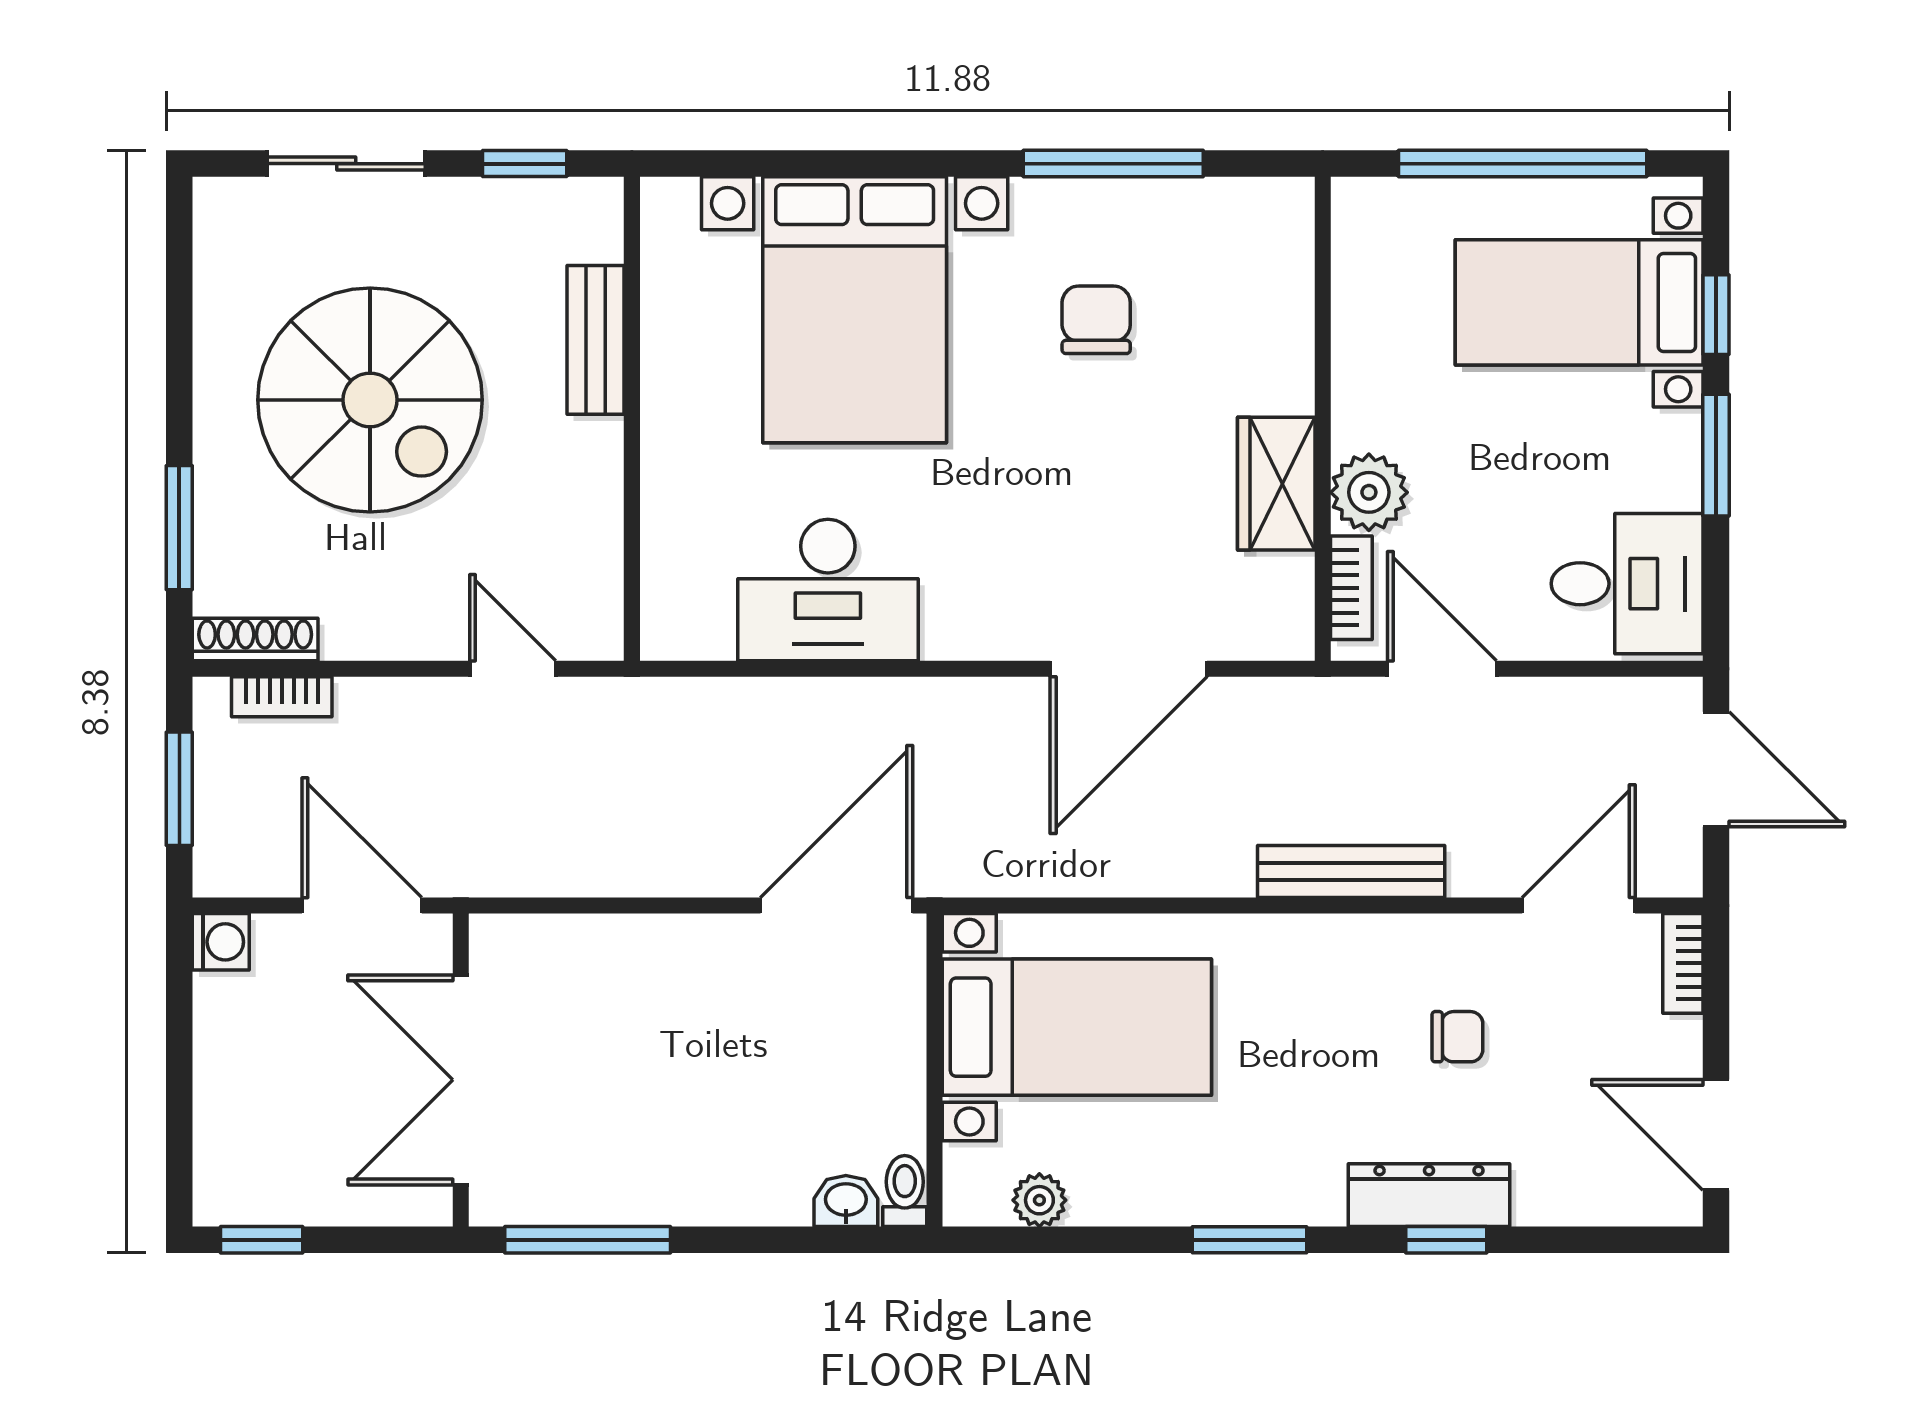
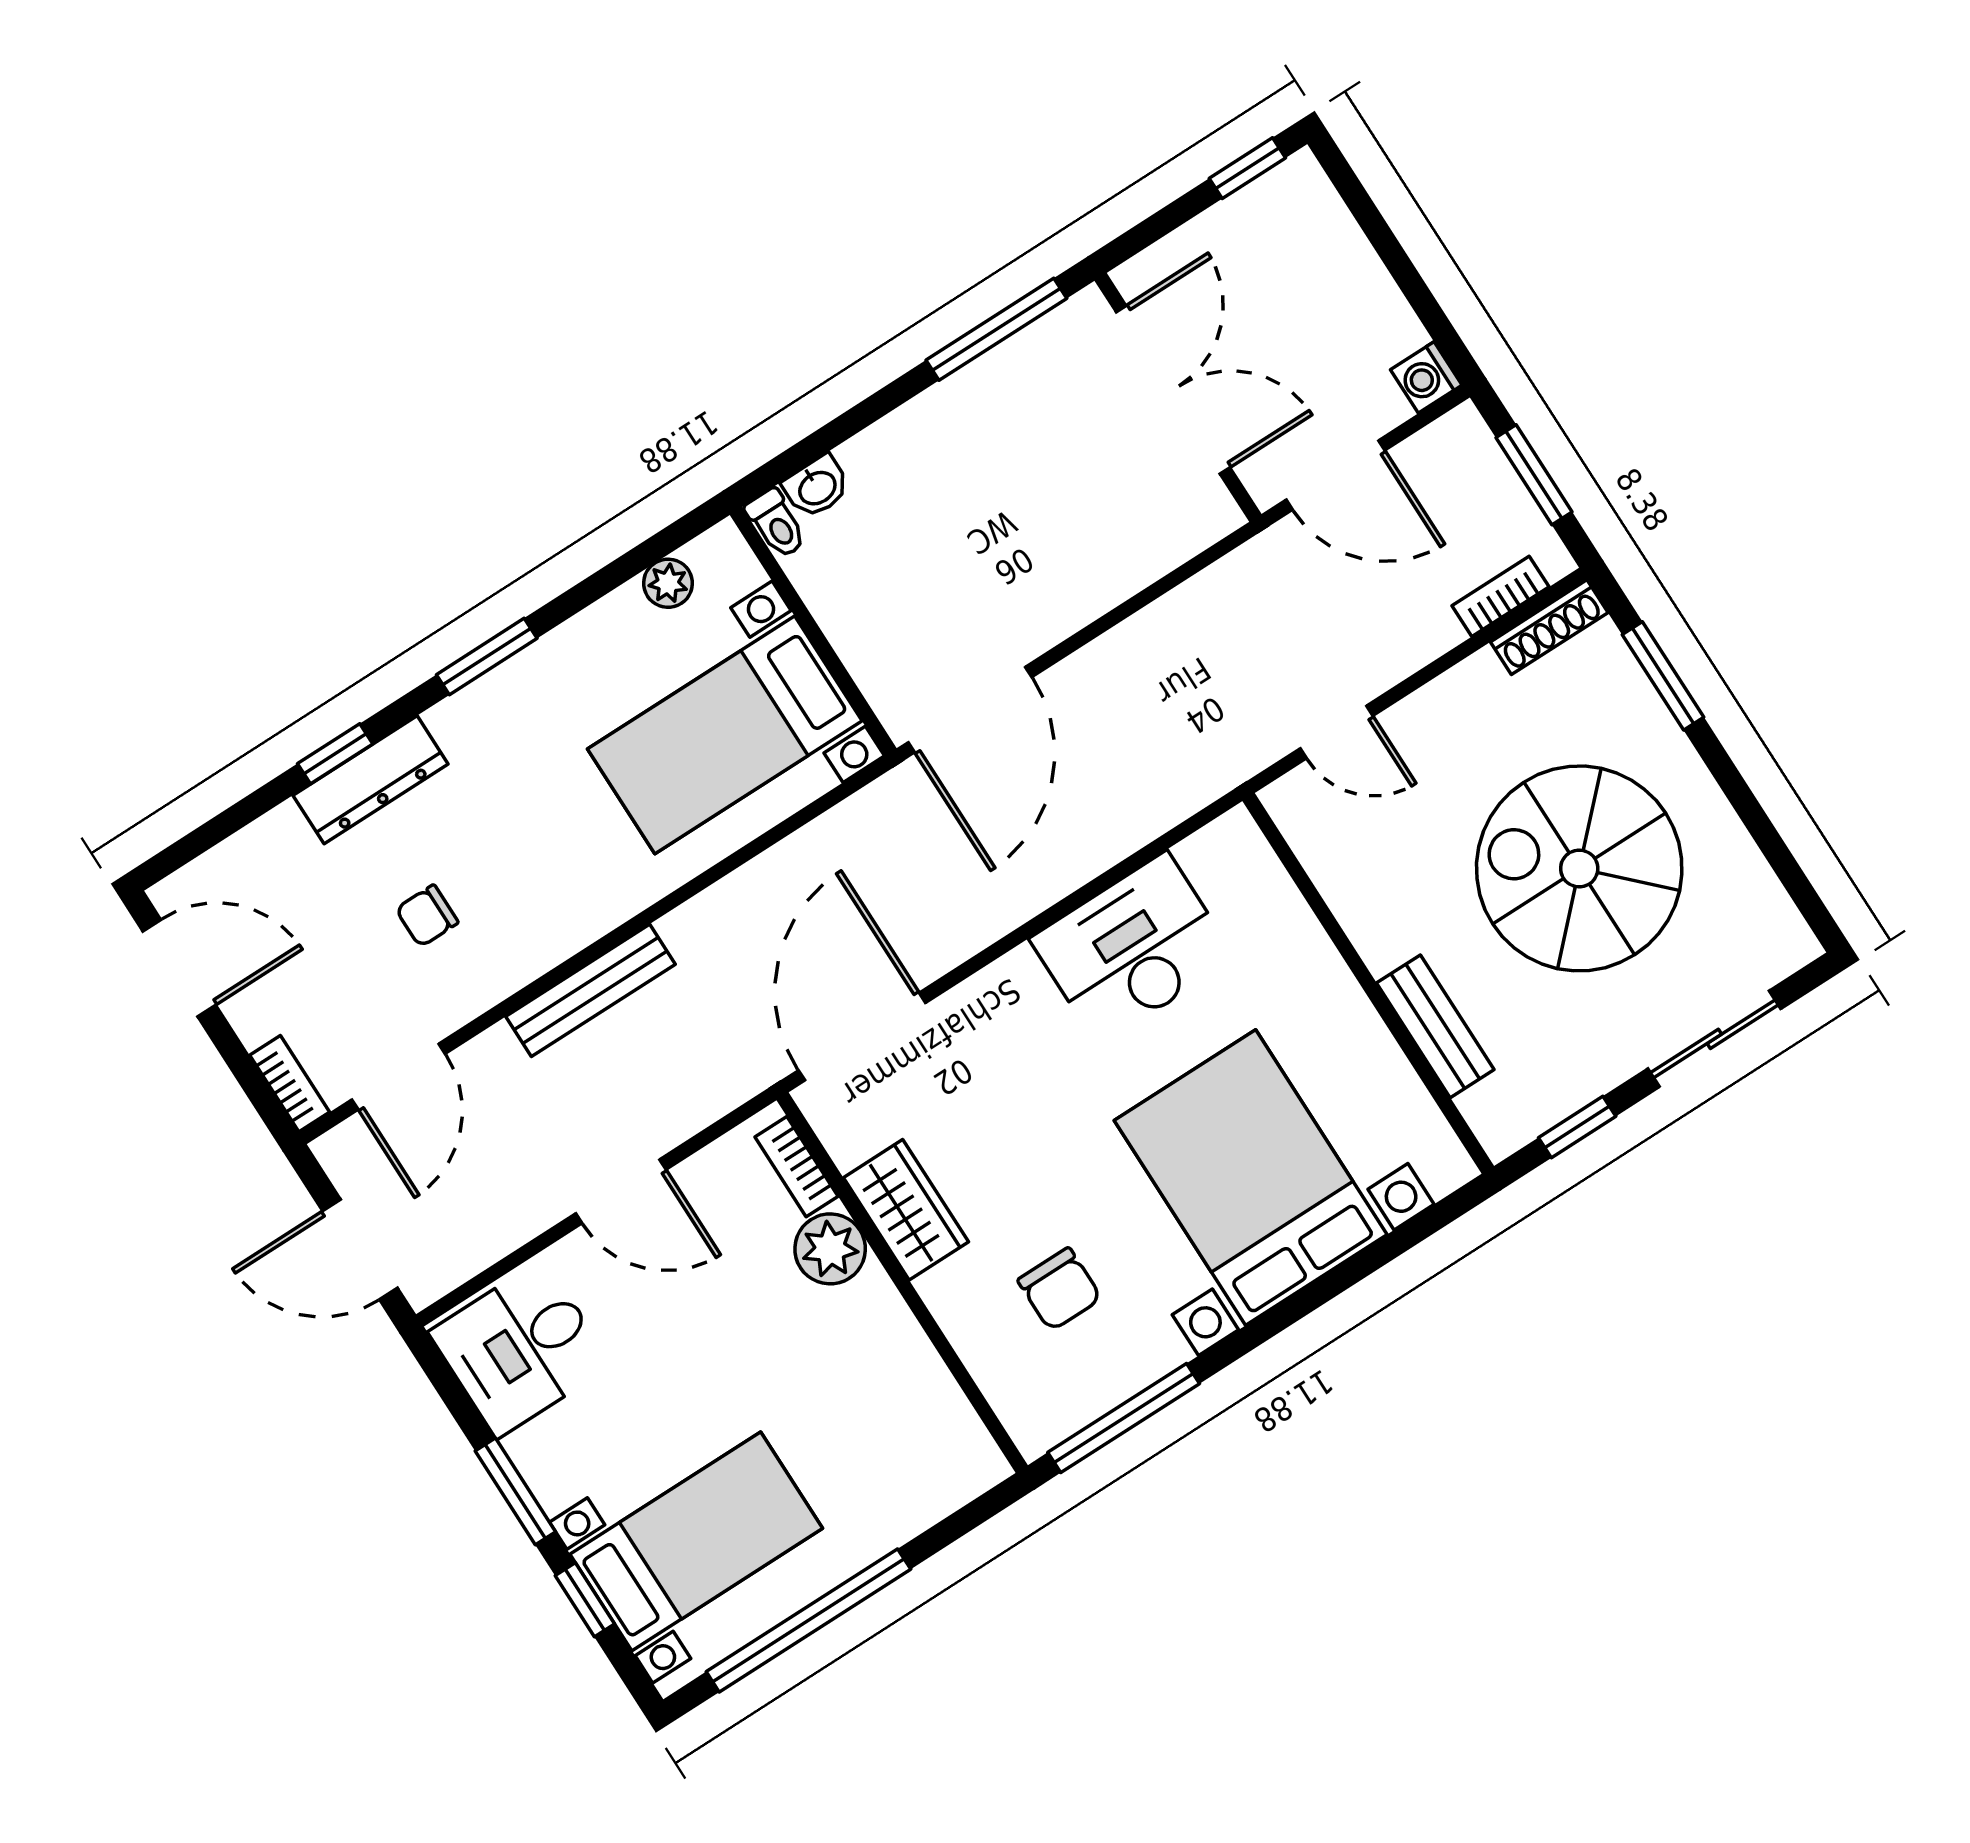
wall: (1323, 419) -> (902, 1283), moved
wardrobe: (1276, 484) -> (906, 1210), moved
plant: (1369, 492) -> (830, 1249), moved
bookcase: (1351, 588) -> (796, 1167), moved

